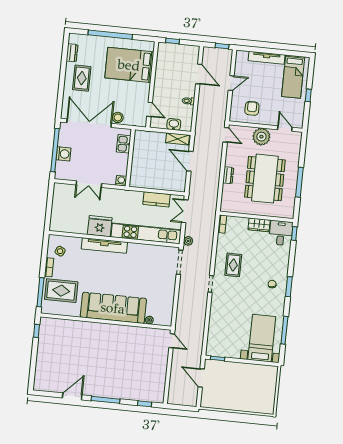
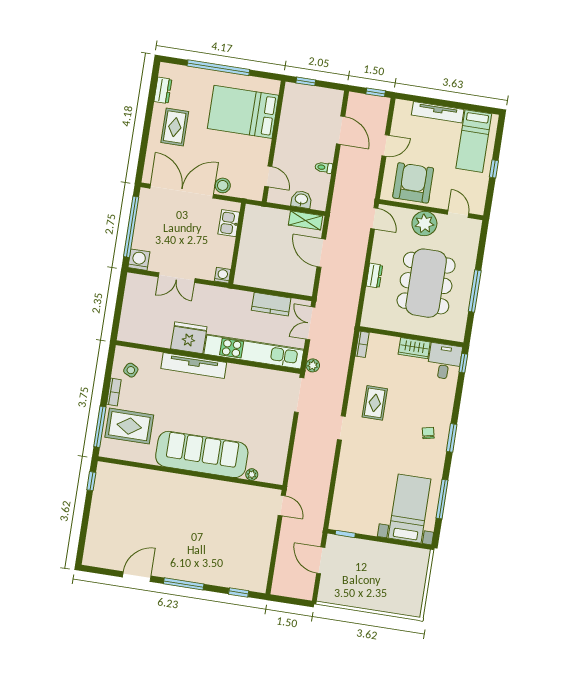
armchair: (252, 108) -> (413, 183), width x1.88, depth x1.88
washing machine: (63, 154) -> (139, 260), moved, turned -90

